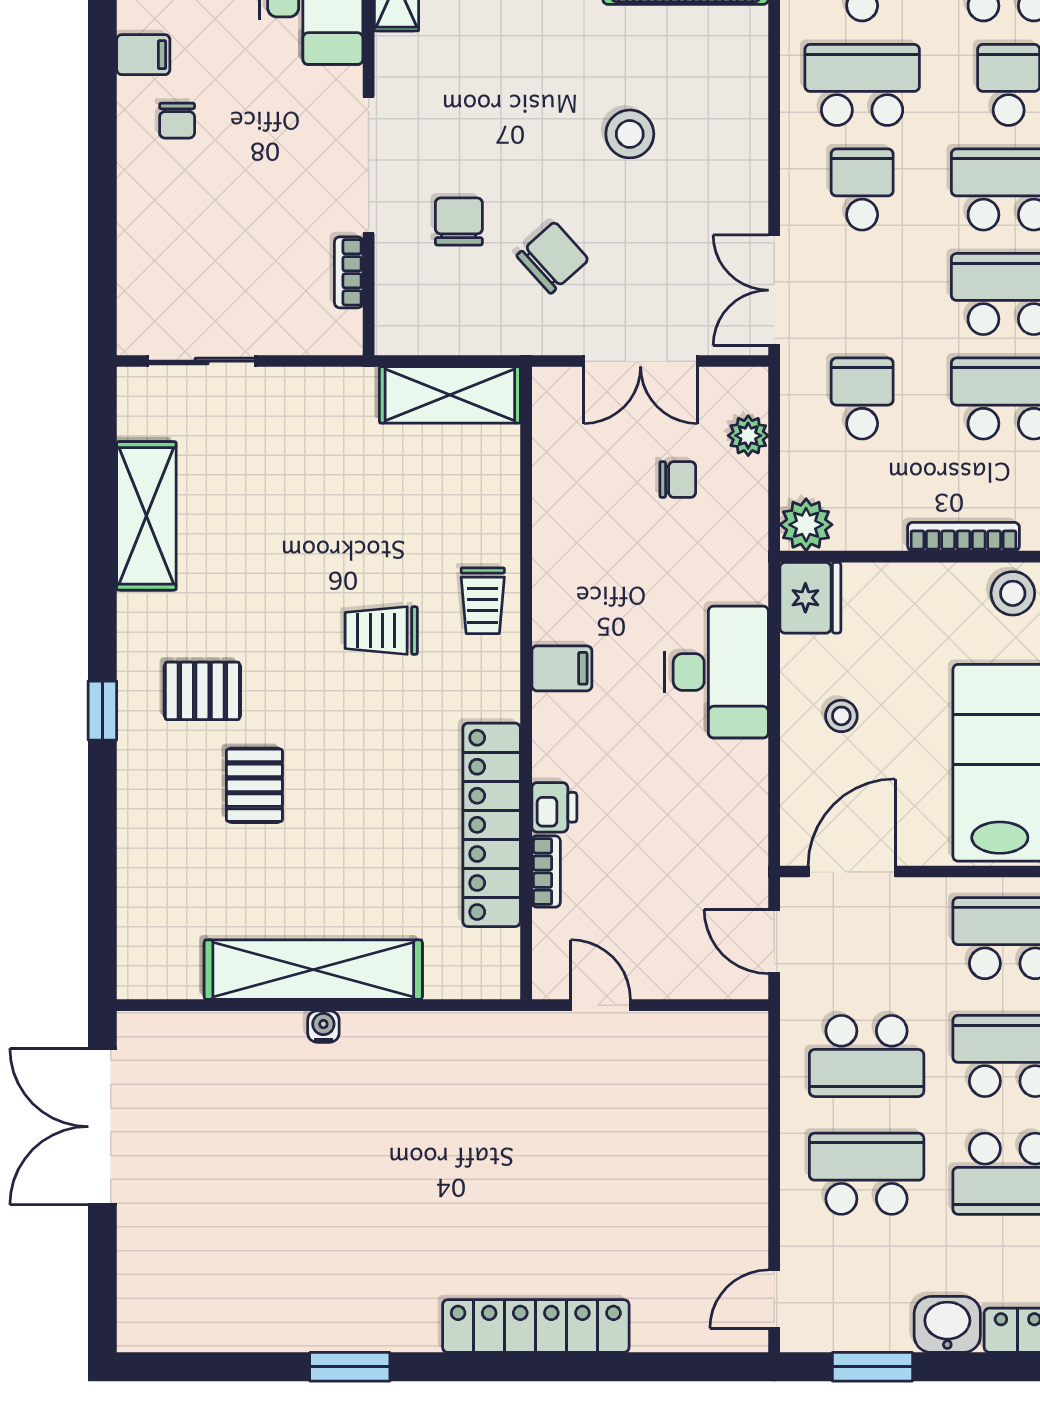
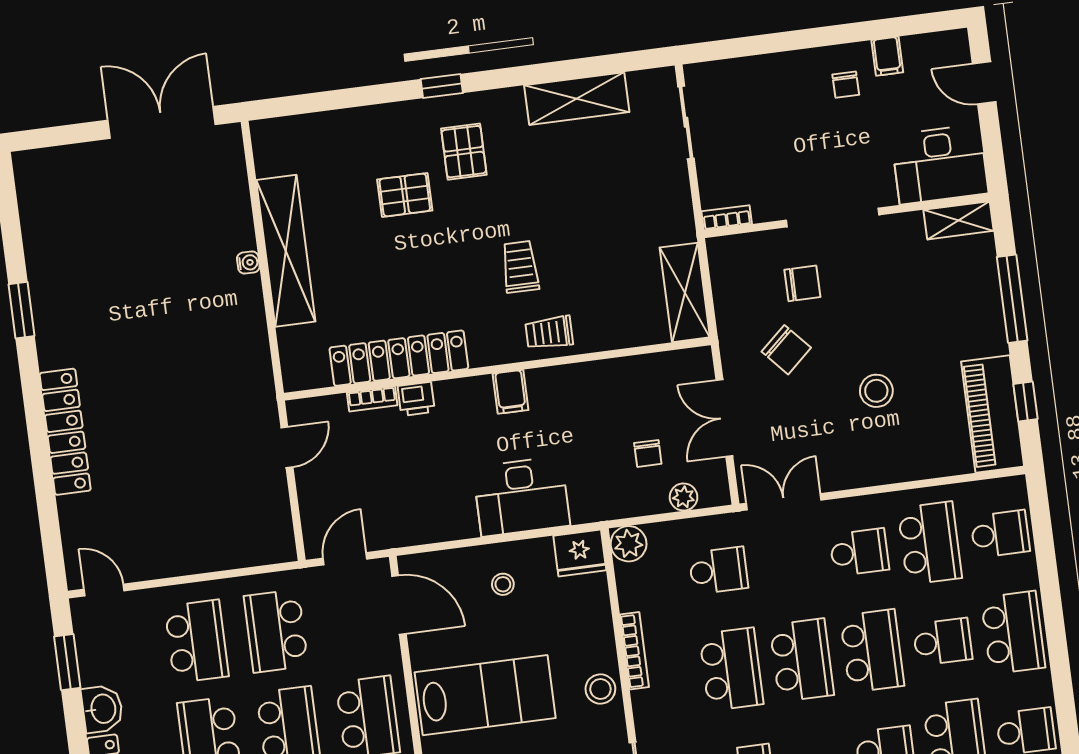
chair: (177, 121) -> (846, 85), turned -90
bookcase: (349, 272) -> (727, 218), moved

